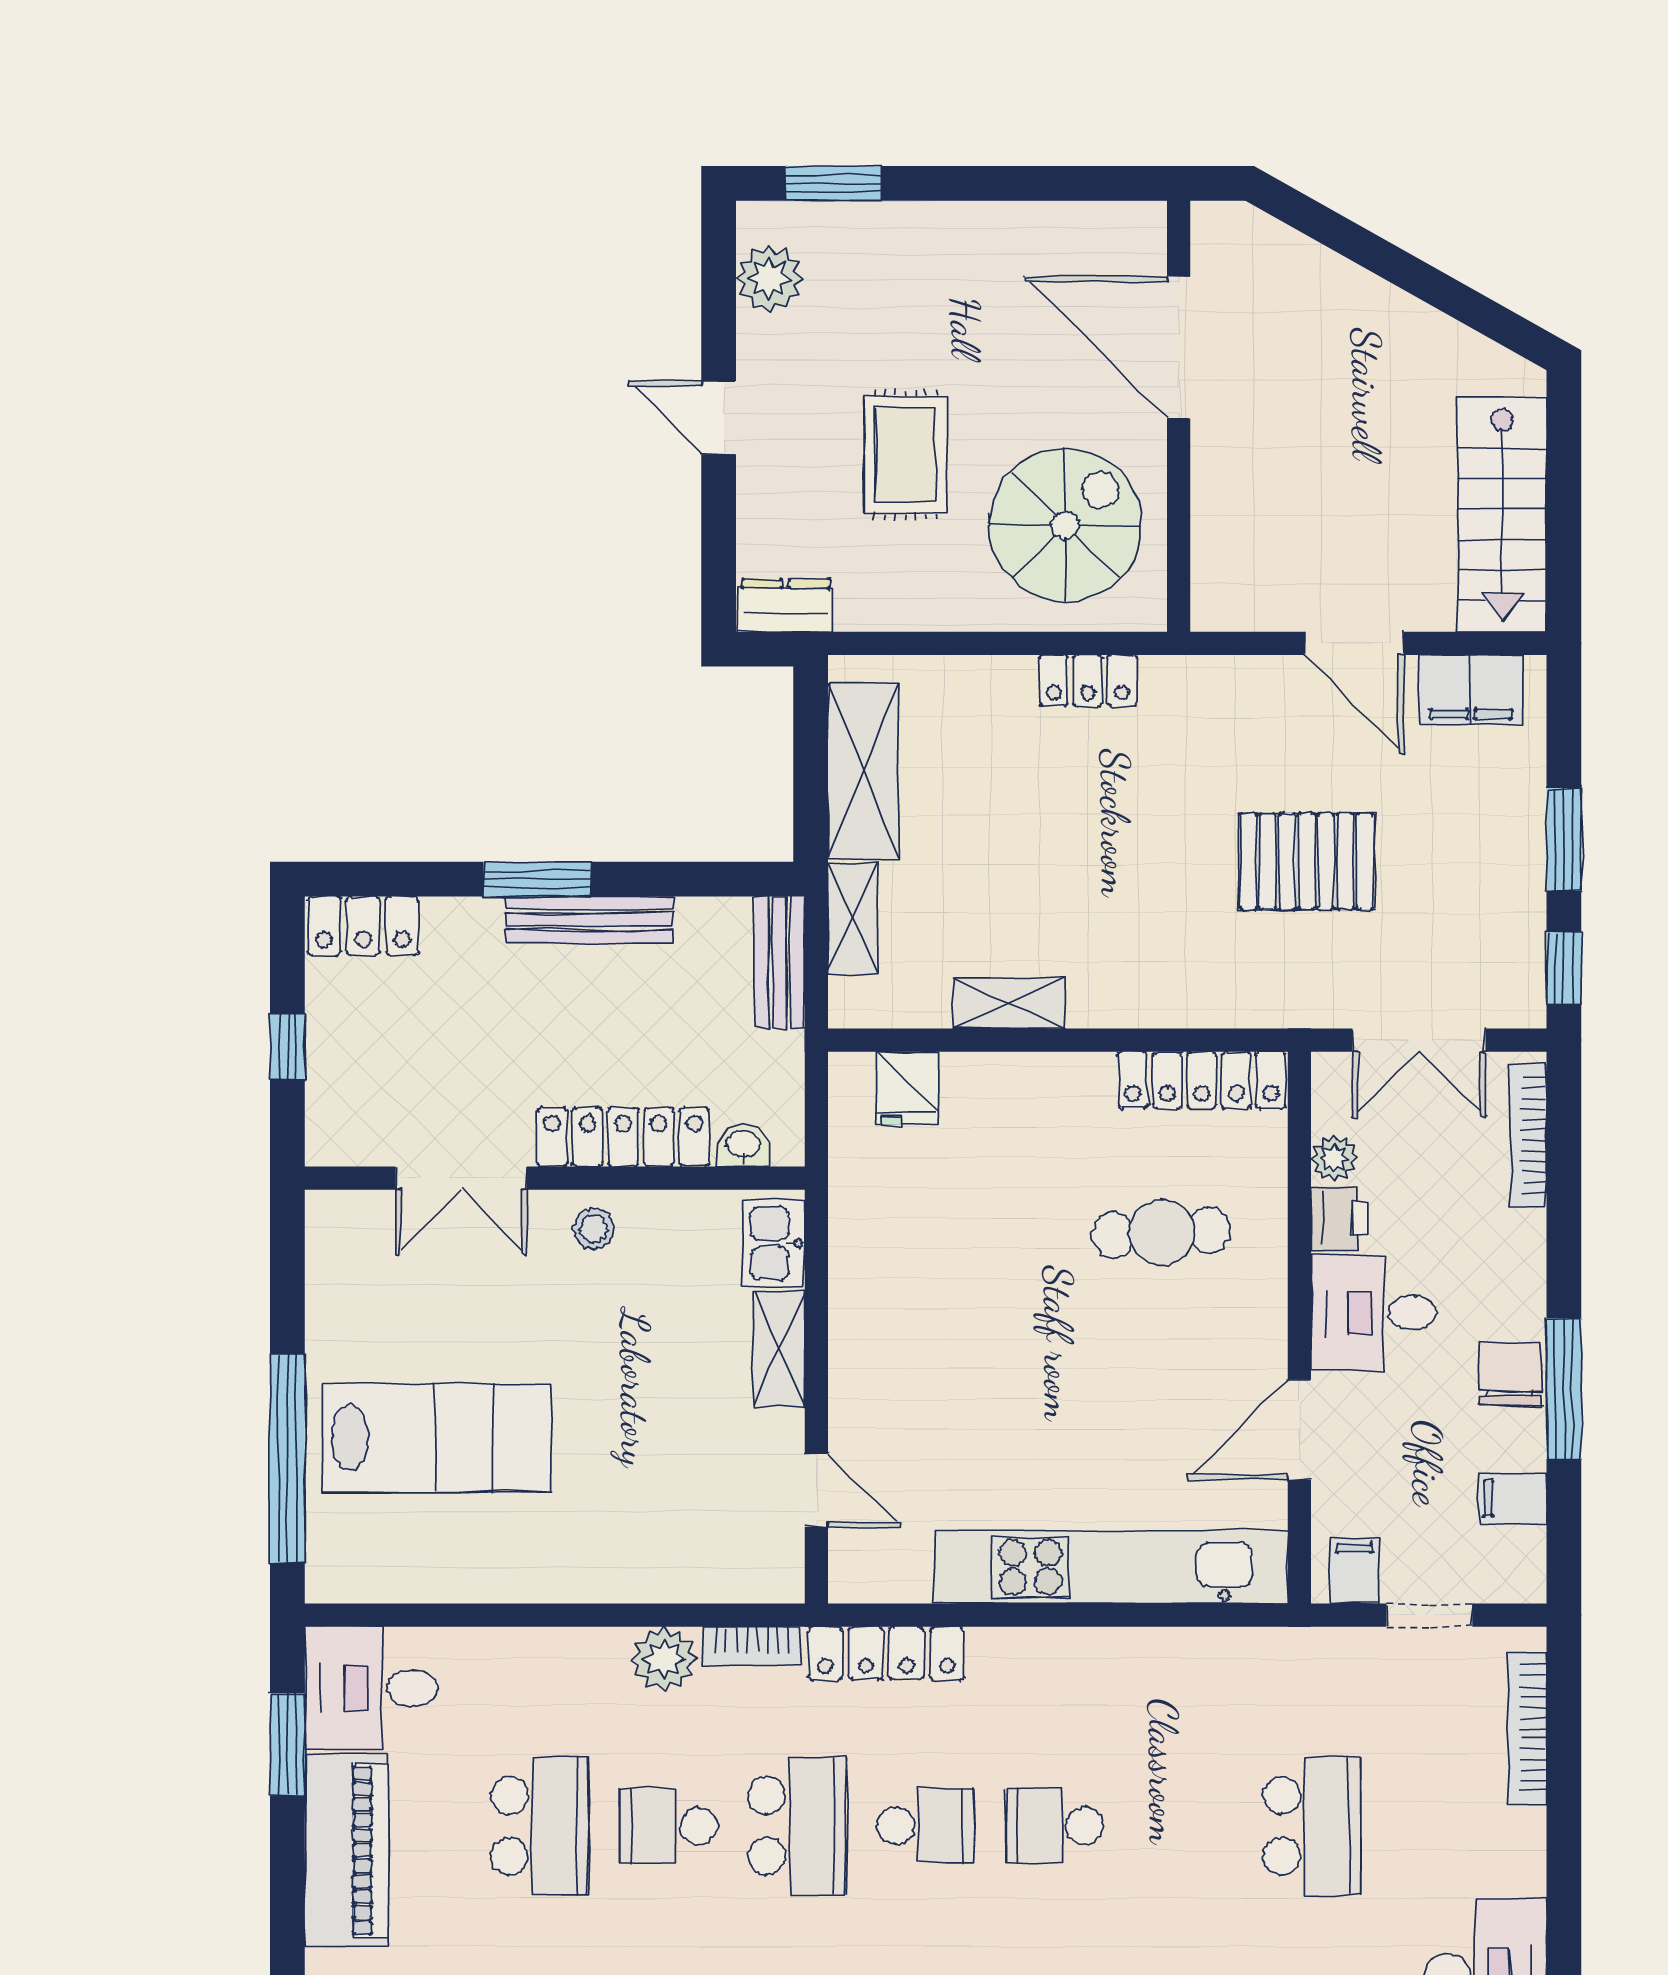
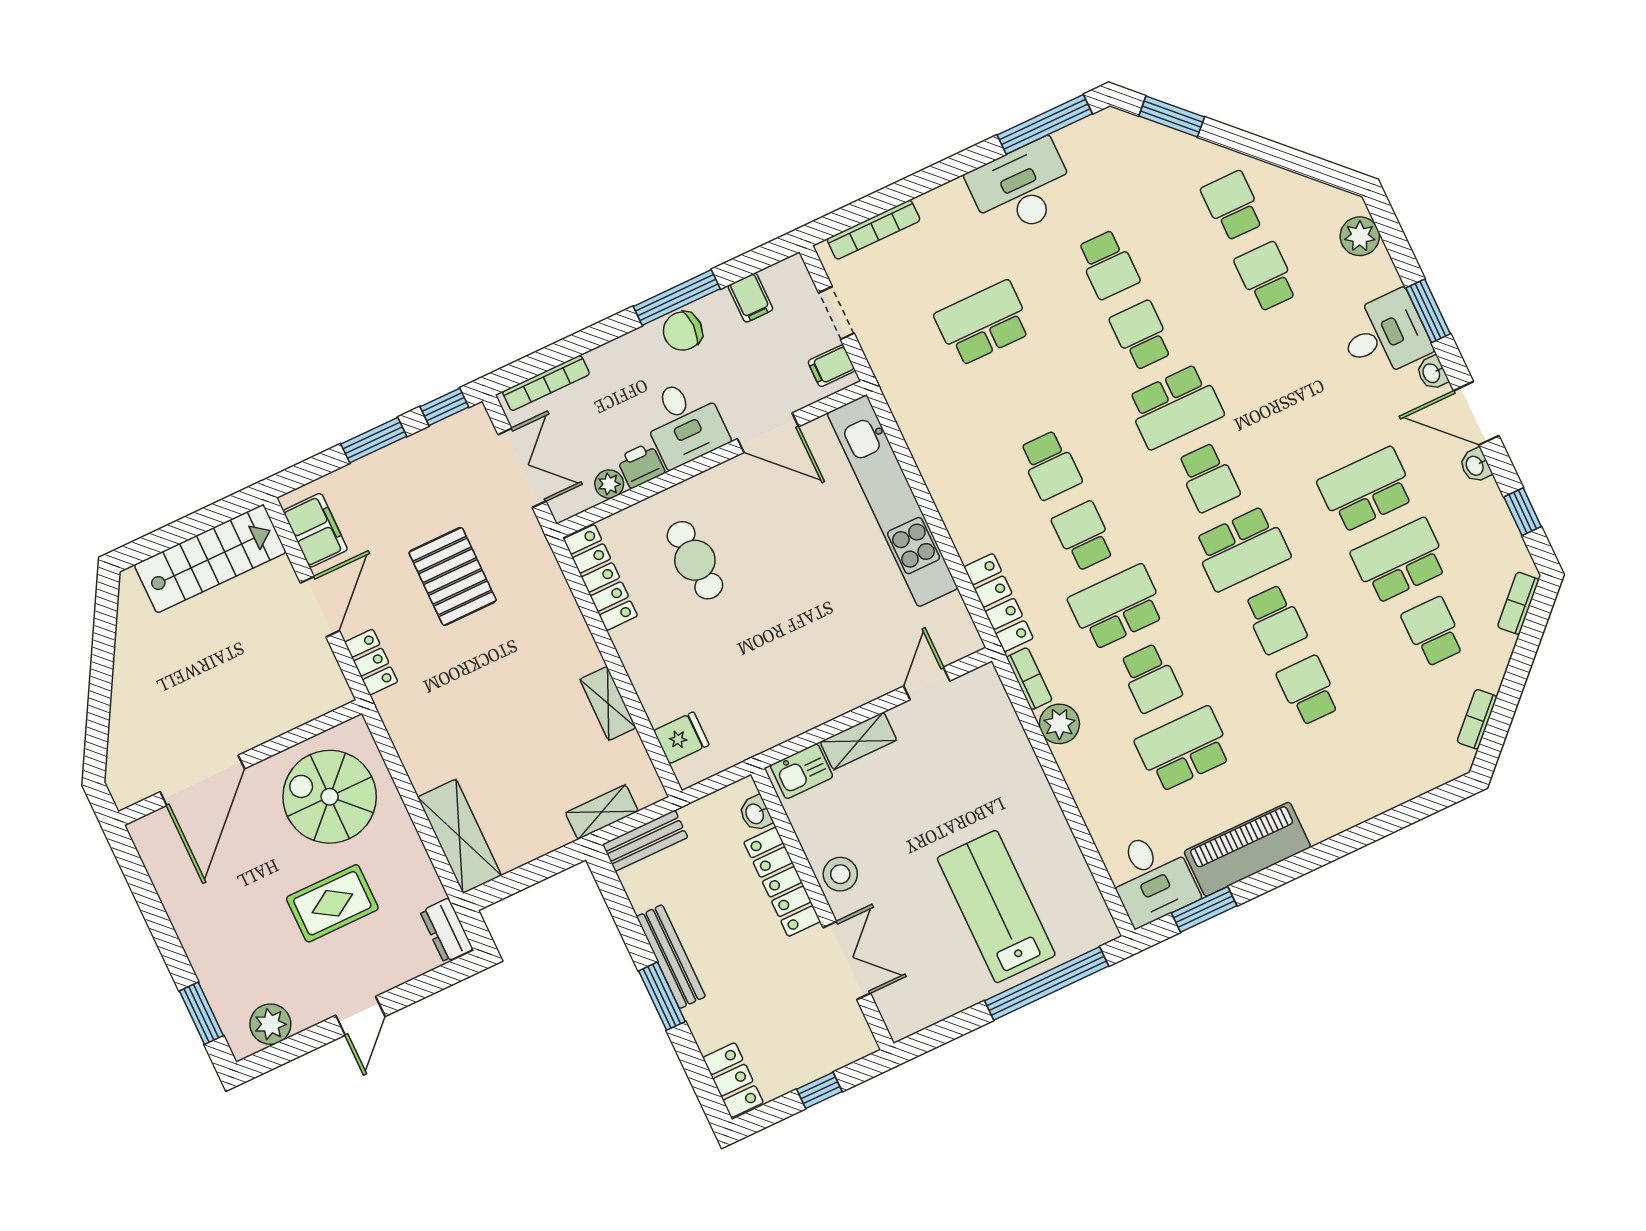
locker: (1088, 681) -> (371, 662), moved
shelving: (863, 771) -> (459, 836), moved, turned 90
stool: (594, 1229) -> (840, 874), width x1.37, depth x1.37

